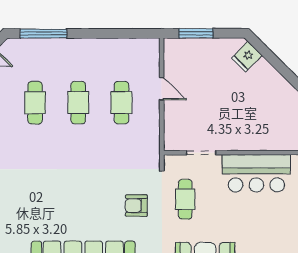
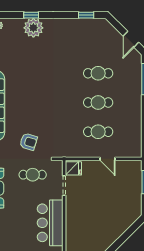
fridge: (247, 57) -> (73, 168), moved, turned 135
door: (162, 89) -> (108, 159), hinge flipped
armchair: (136, 206) -> (28, 142), turned 107

